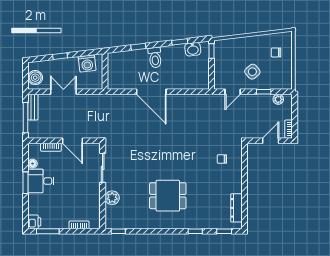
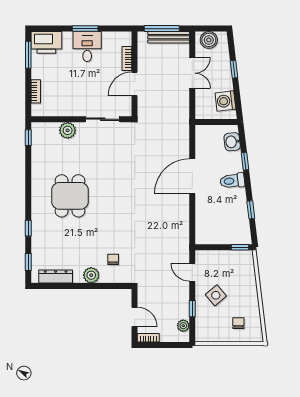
washbasin: (193, 49) -> (232, 142), moved
bench: (33, 107) -> (169, 37), width x1.36
floor lamp: (33, 164) -> (108, 37), removed
plant: (235, 178) -> (91, 275), added
printer: (34, 222) -> (46, 42), width x1.87, depth x1.48

